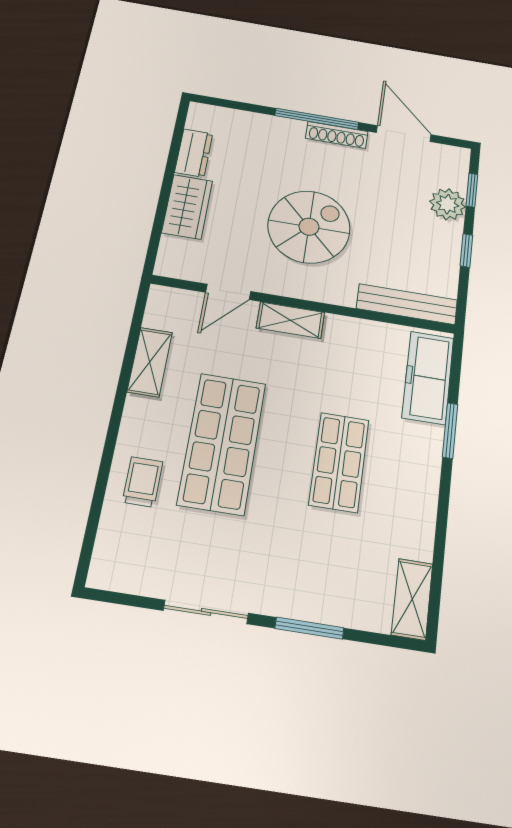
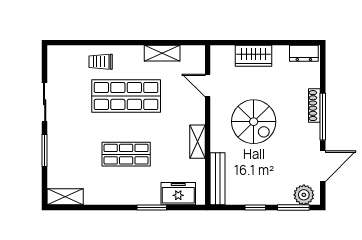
shoe rack: (337, 135) -> (314, 106), moved
dresser: (194, 153) -> (304, 53), moved
window: (472, 190) -> (293, 207), width x1.50
plant: (448, 204) -> (304, 195), moved
shelving: (290, 320) -> (198, 142), moved
freezer: (428, 378) -> (178, 194), width x0.71
trolley: (143, 482) -> (101, 62), turned 180

